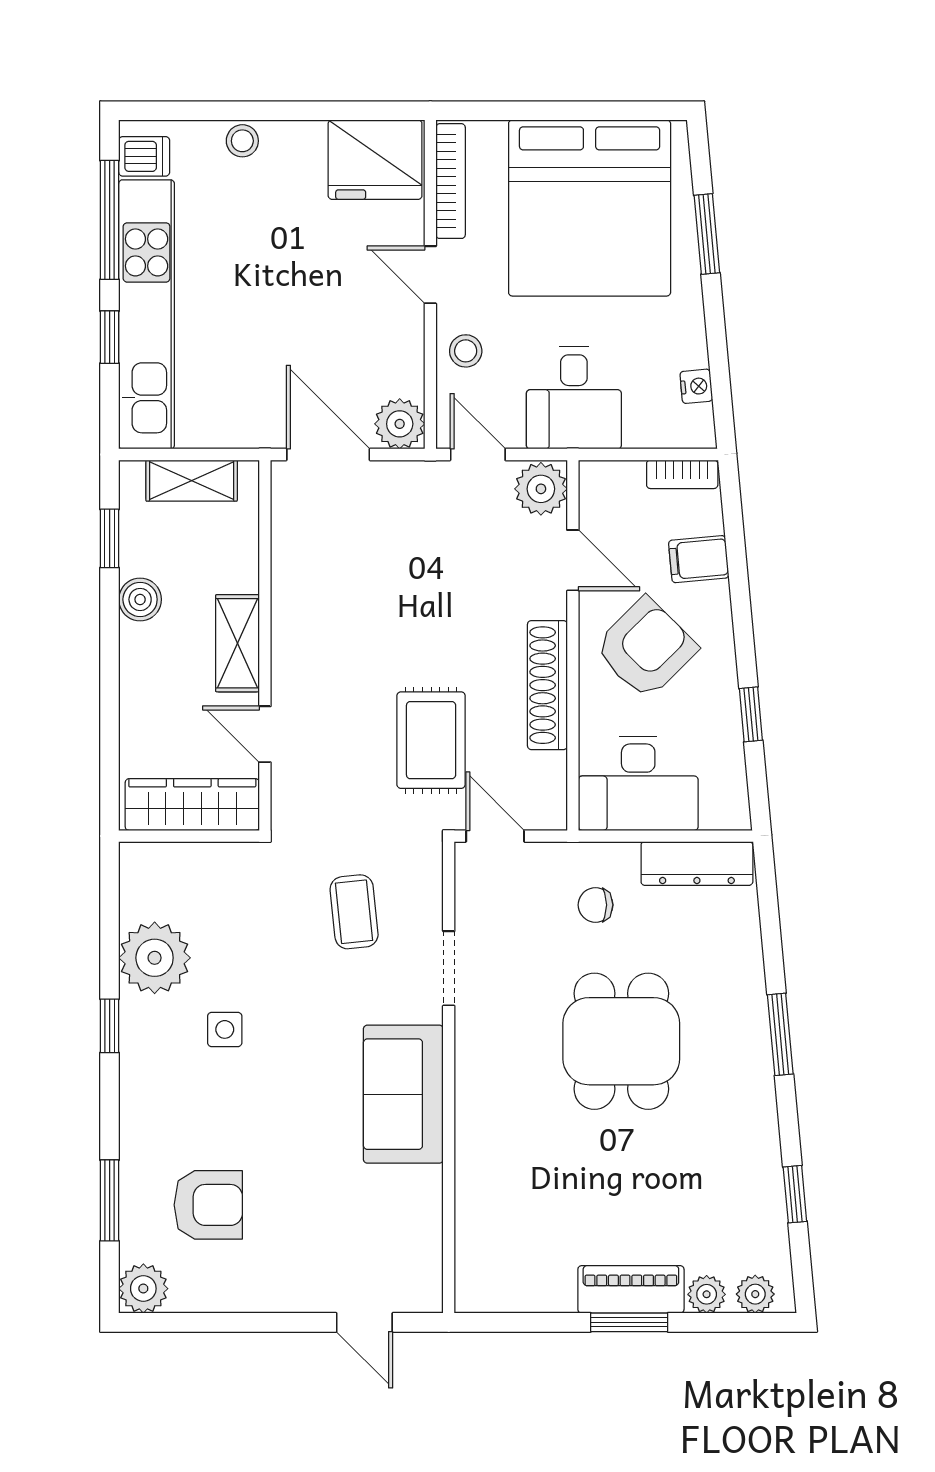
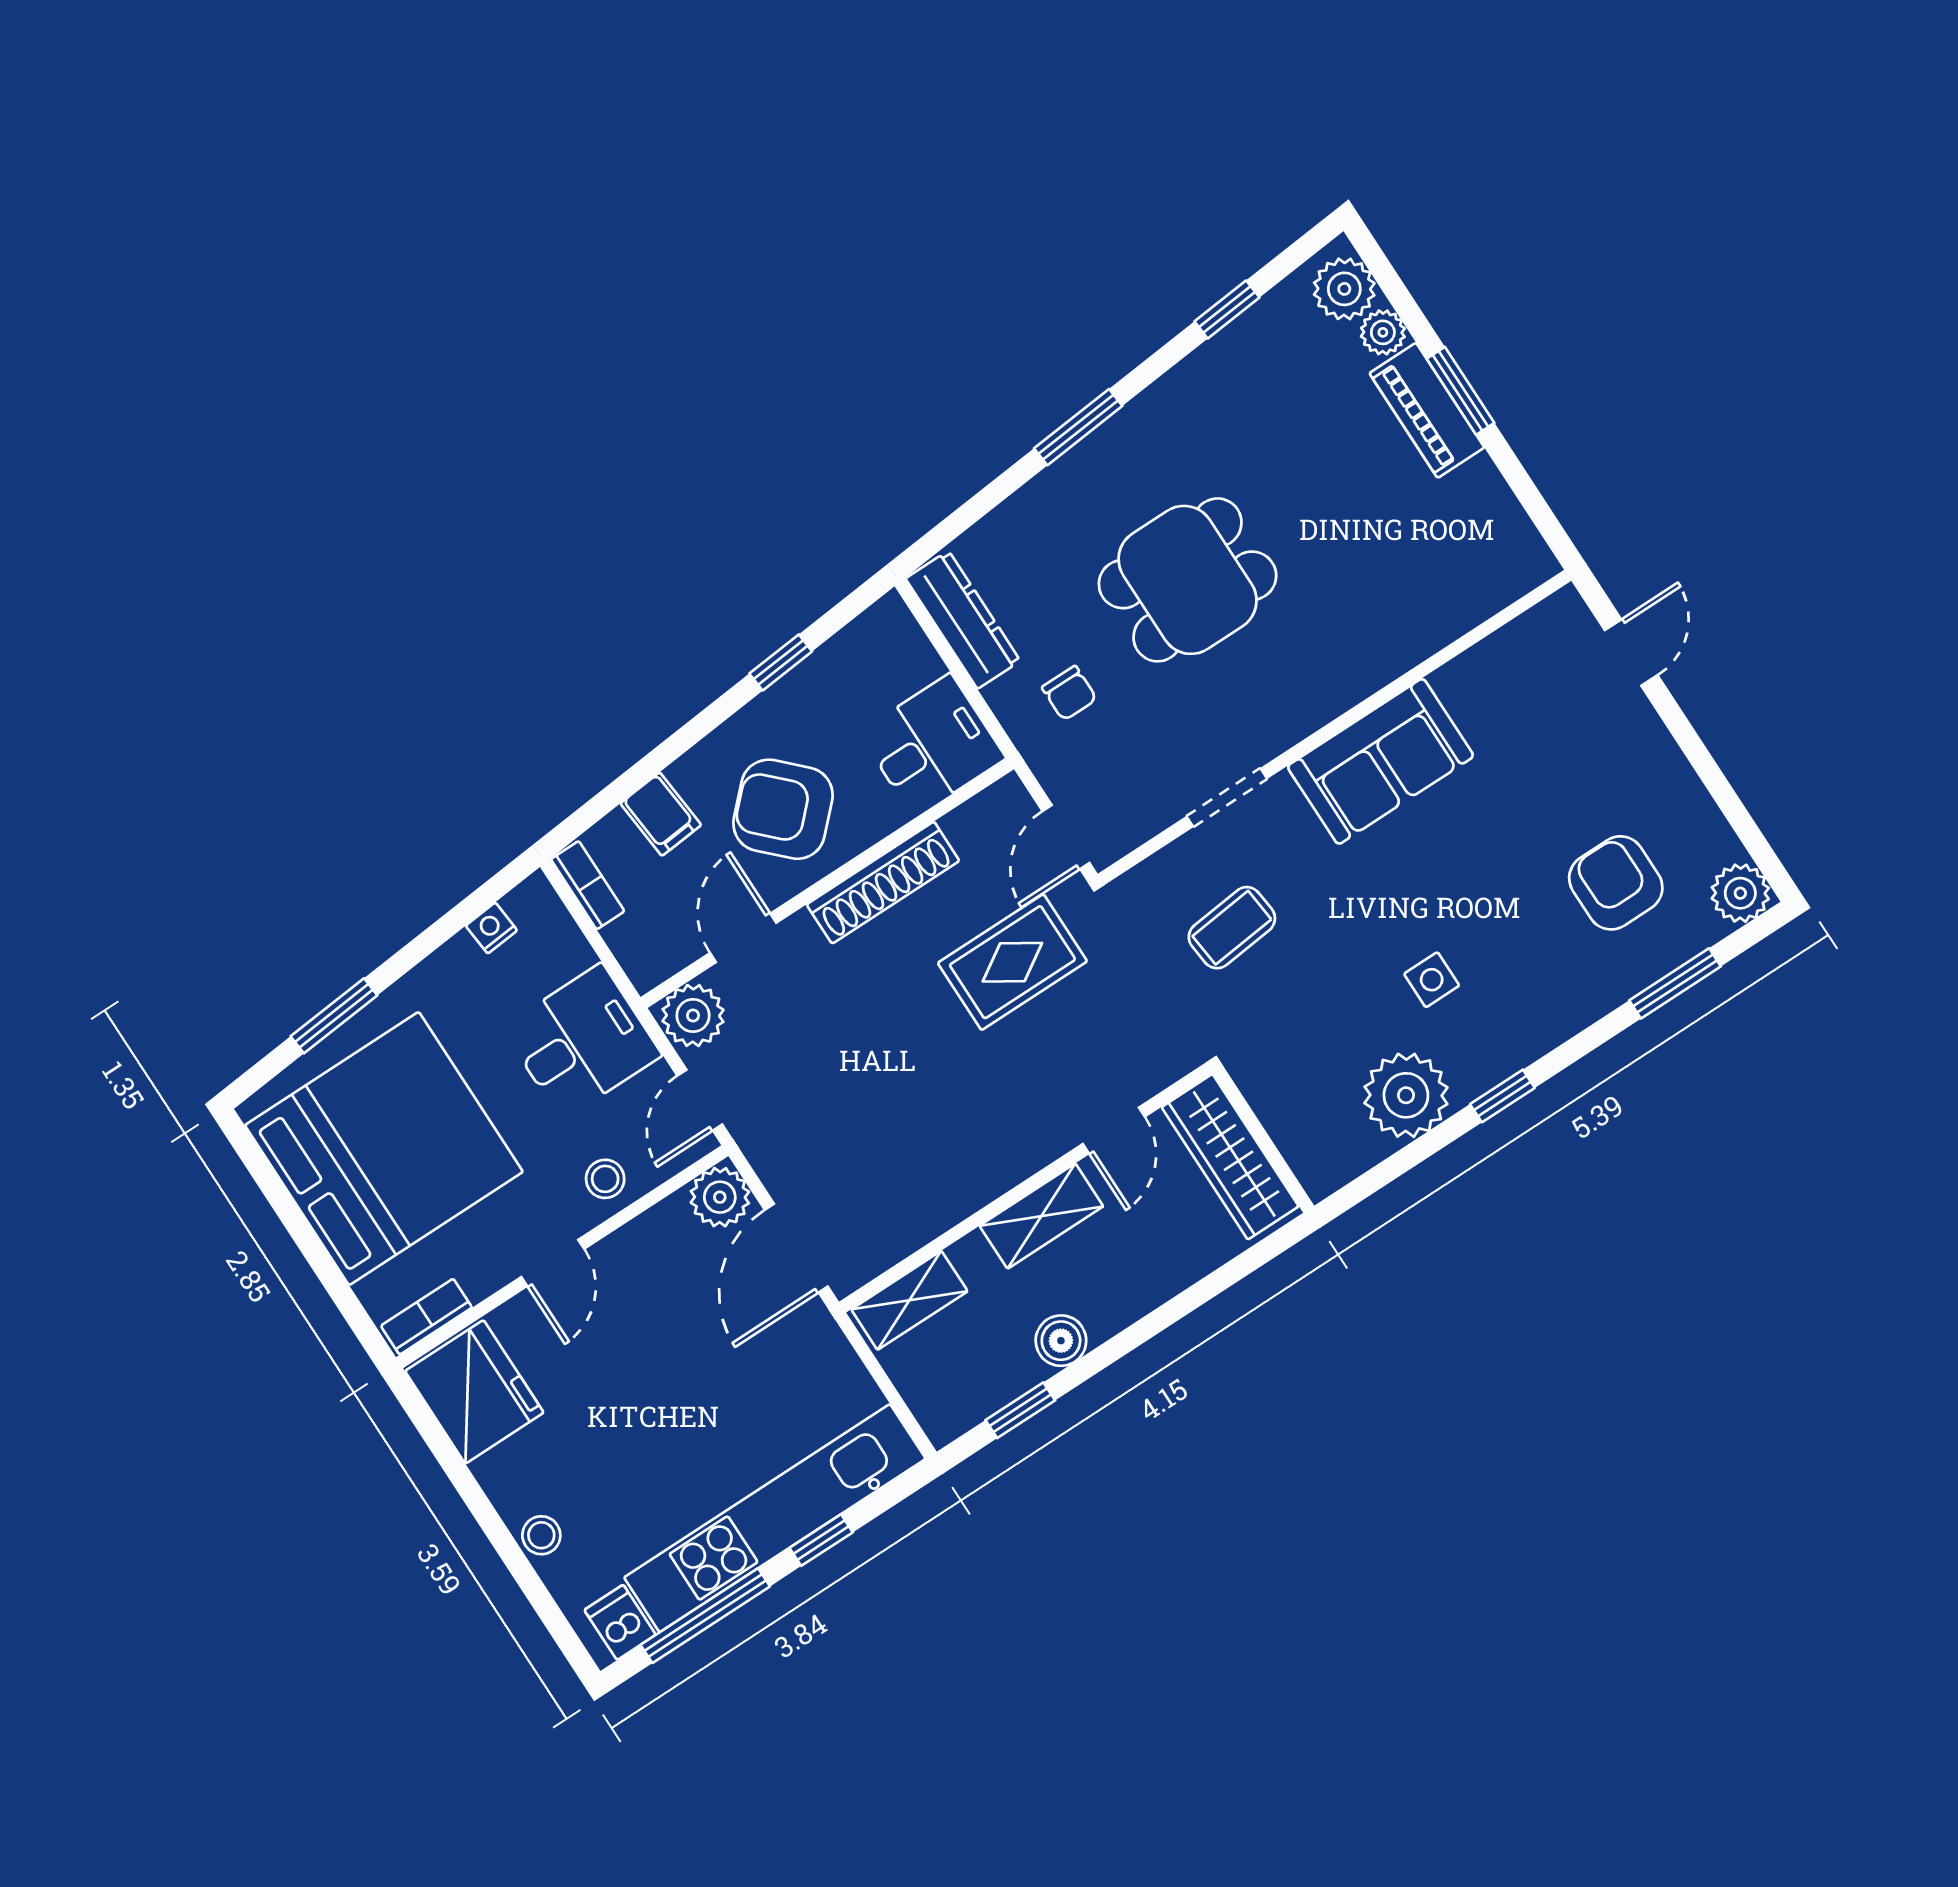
bookcase: (451, 181) -> (426, 1317), width x0.64
shelving: (192, 481) -> (909, 1300), moved, turned 90
desk: (638, 783) -> (932, 745), width x0.73
plant: (755, 1294) -> (1344, 289), width x1.38, depth x1.38

